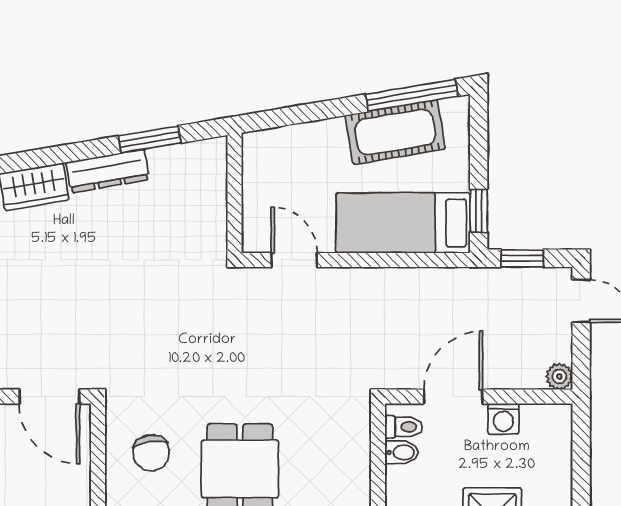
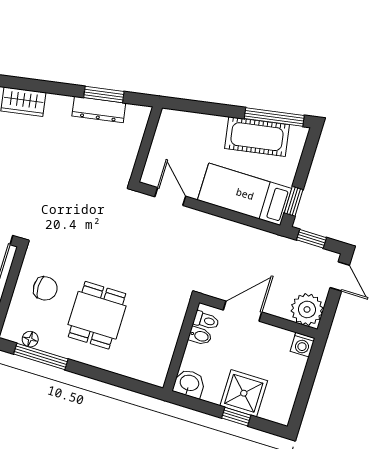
dresser: (108, 171) -> (99, 110), moved
plant: (559, 376) -> (307, 309), width x1.88, depth x1.88
washing machine: (503, 419) -> (303, 345), moved
chair: (151, 453) -> (45, 288), turned -82

